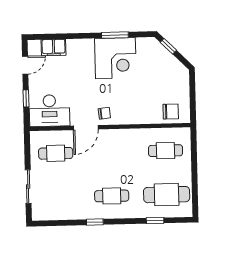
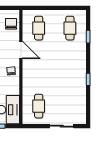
door: (86, 128) -> (21, 50), moved
cafe table: (167, 195) -> (70, 28), width x0.73, depth x0.74
cafe table: (112, 196) -> (70, 67), removed

